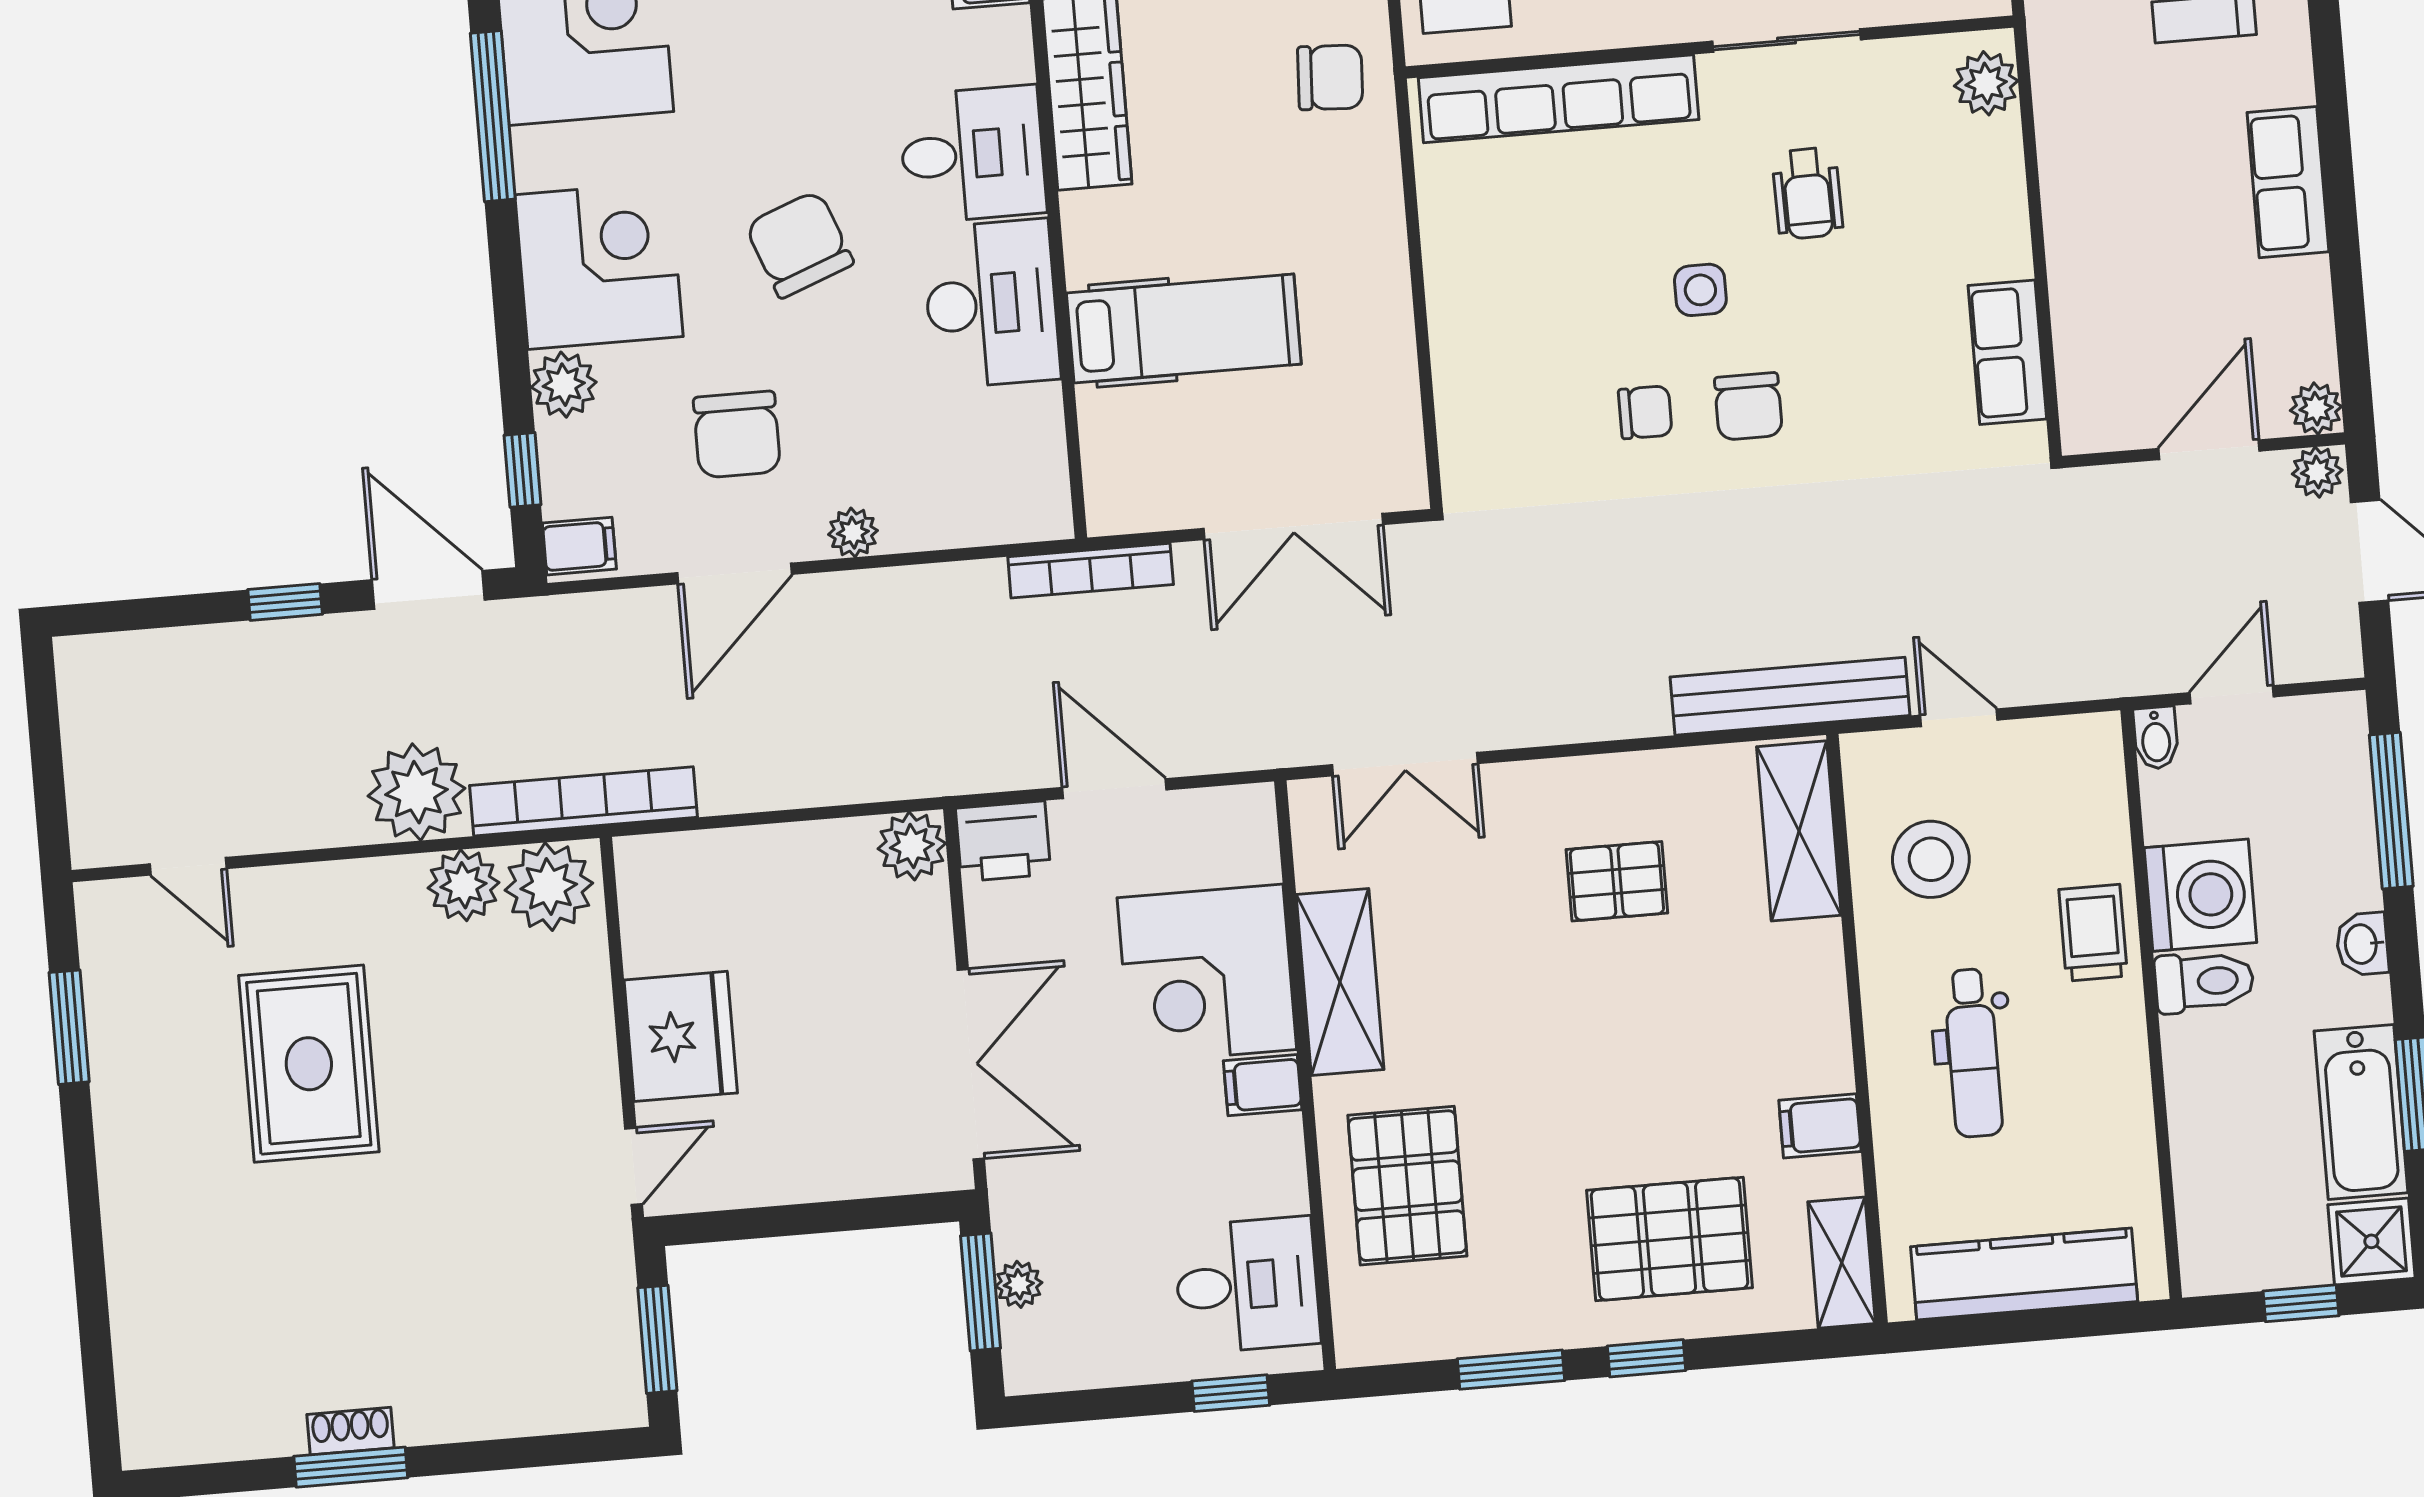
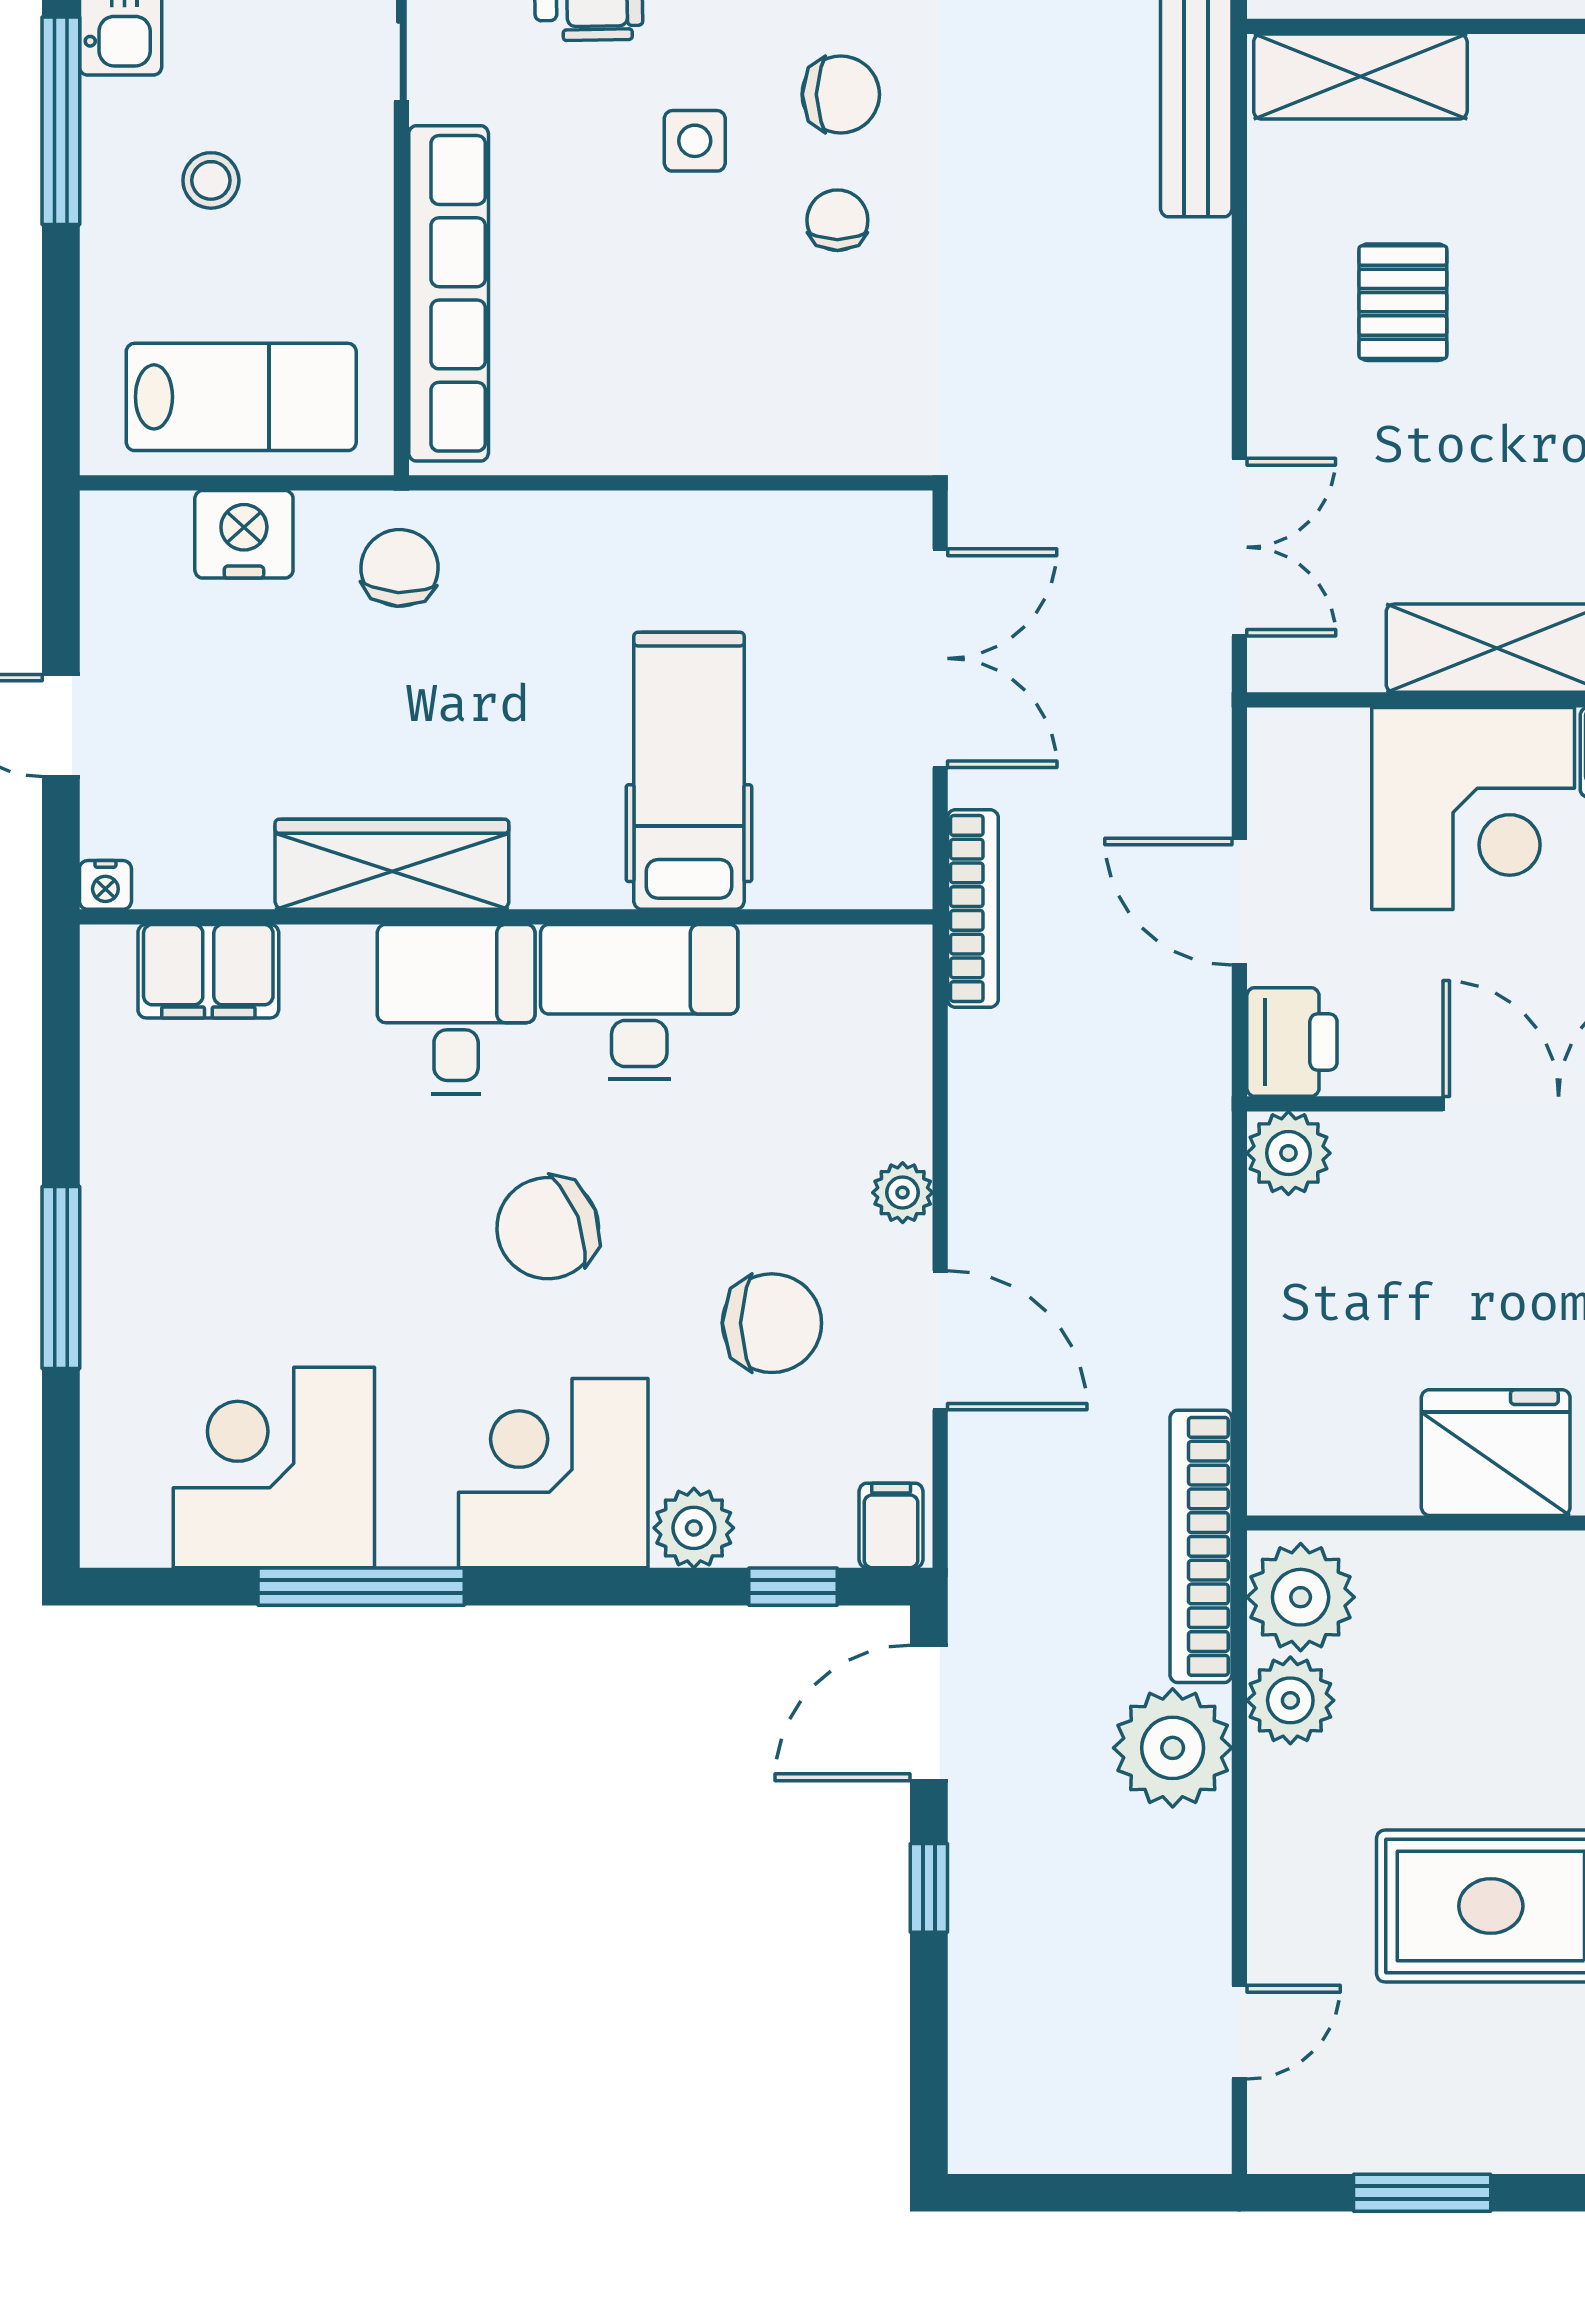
door: (1114, 789) -> (1239, 902), hinge flipped

